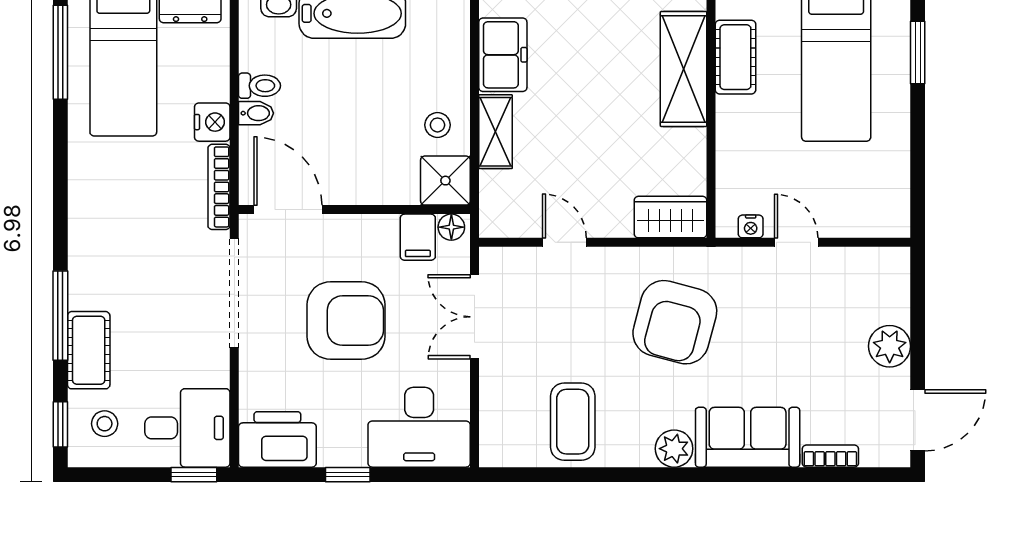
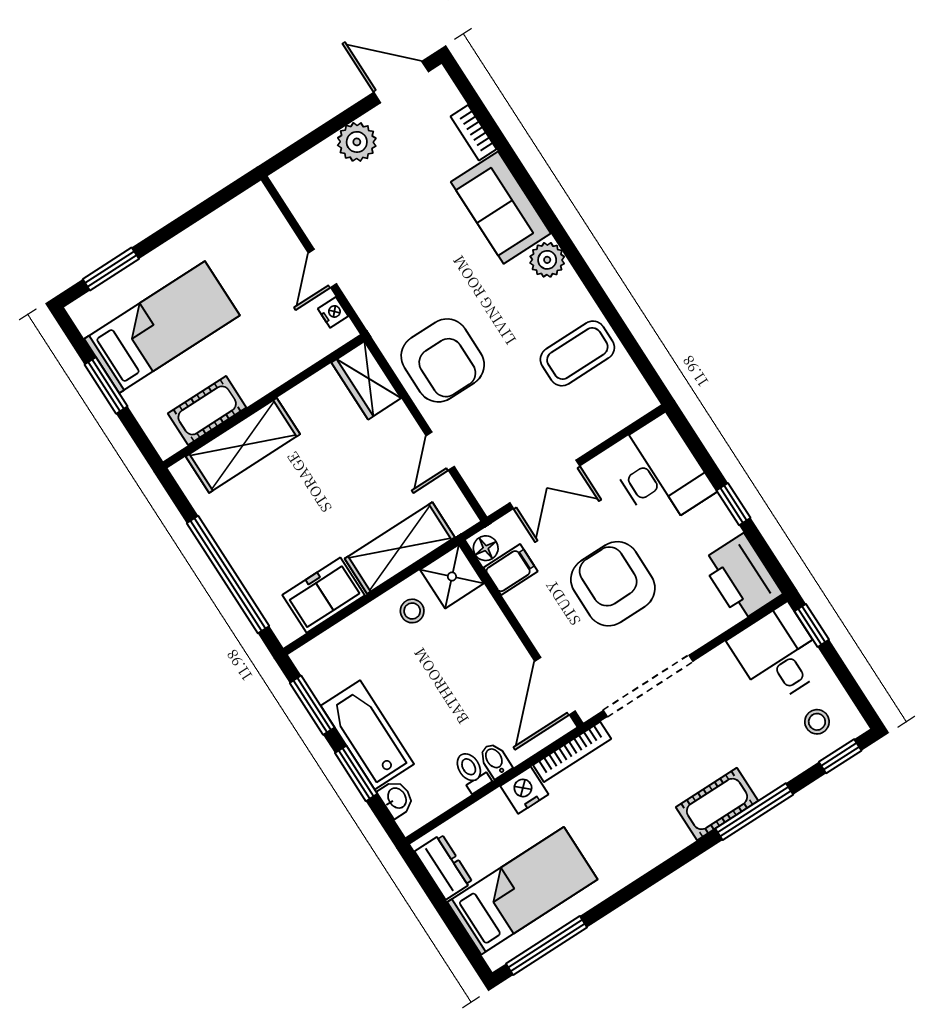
shelving: (495, 132) -> (400, 548), width x1.50, depth x1.33
armchair: (675, 322) -> (443, 360), moved, turned 75
cot: (89, 350) -> (717, 804), moved

